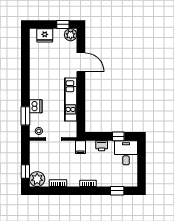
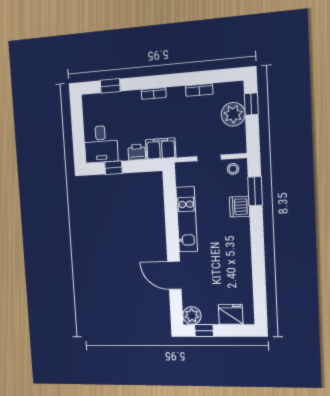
filing cabinet: (80, 147) -> (161, 149), width x2.00
plant: (37, 179) -> (233, 114), moved

